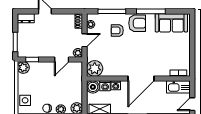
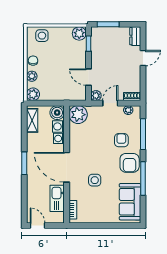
door: (85, 40) -> (110, 103), swing flipped
side table: (152, 54) -> (95, 180), added
kitchen sink: (178, 87) -> (57, 198), moved

